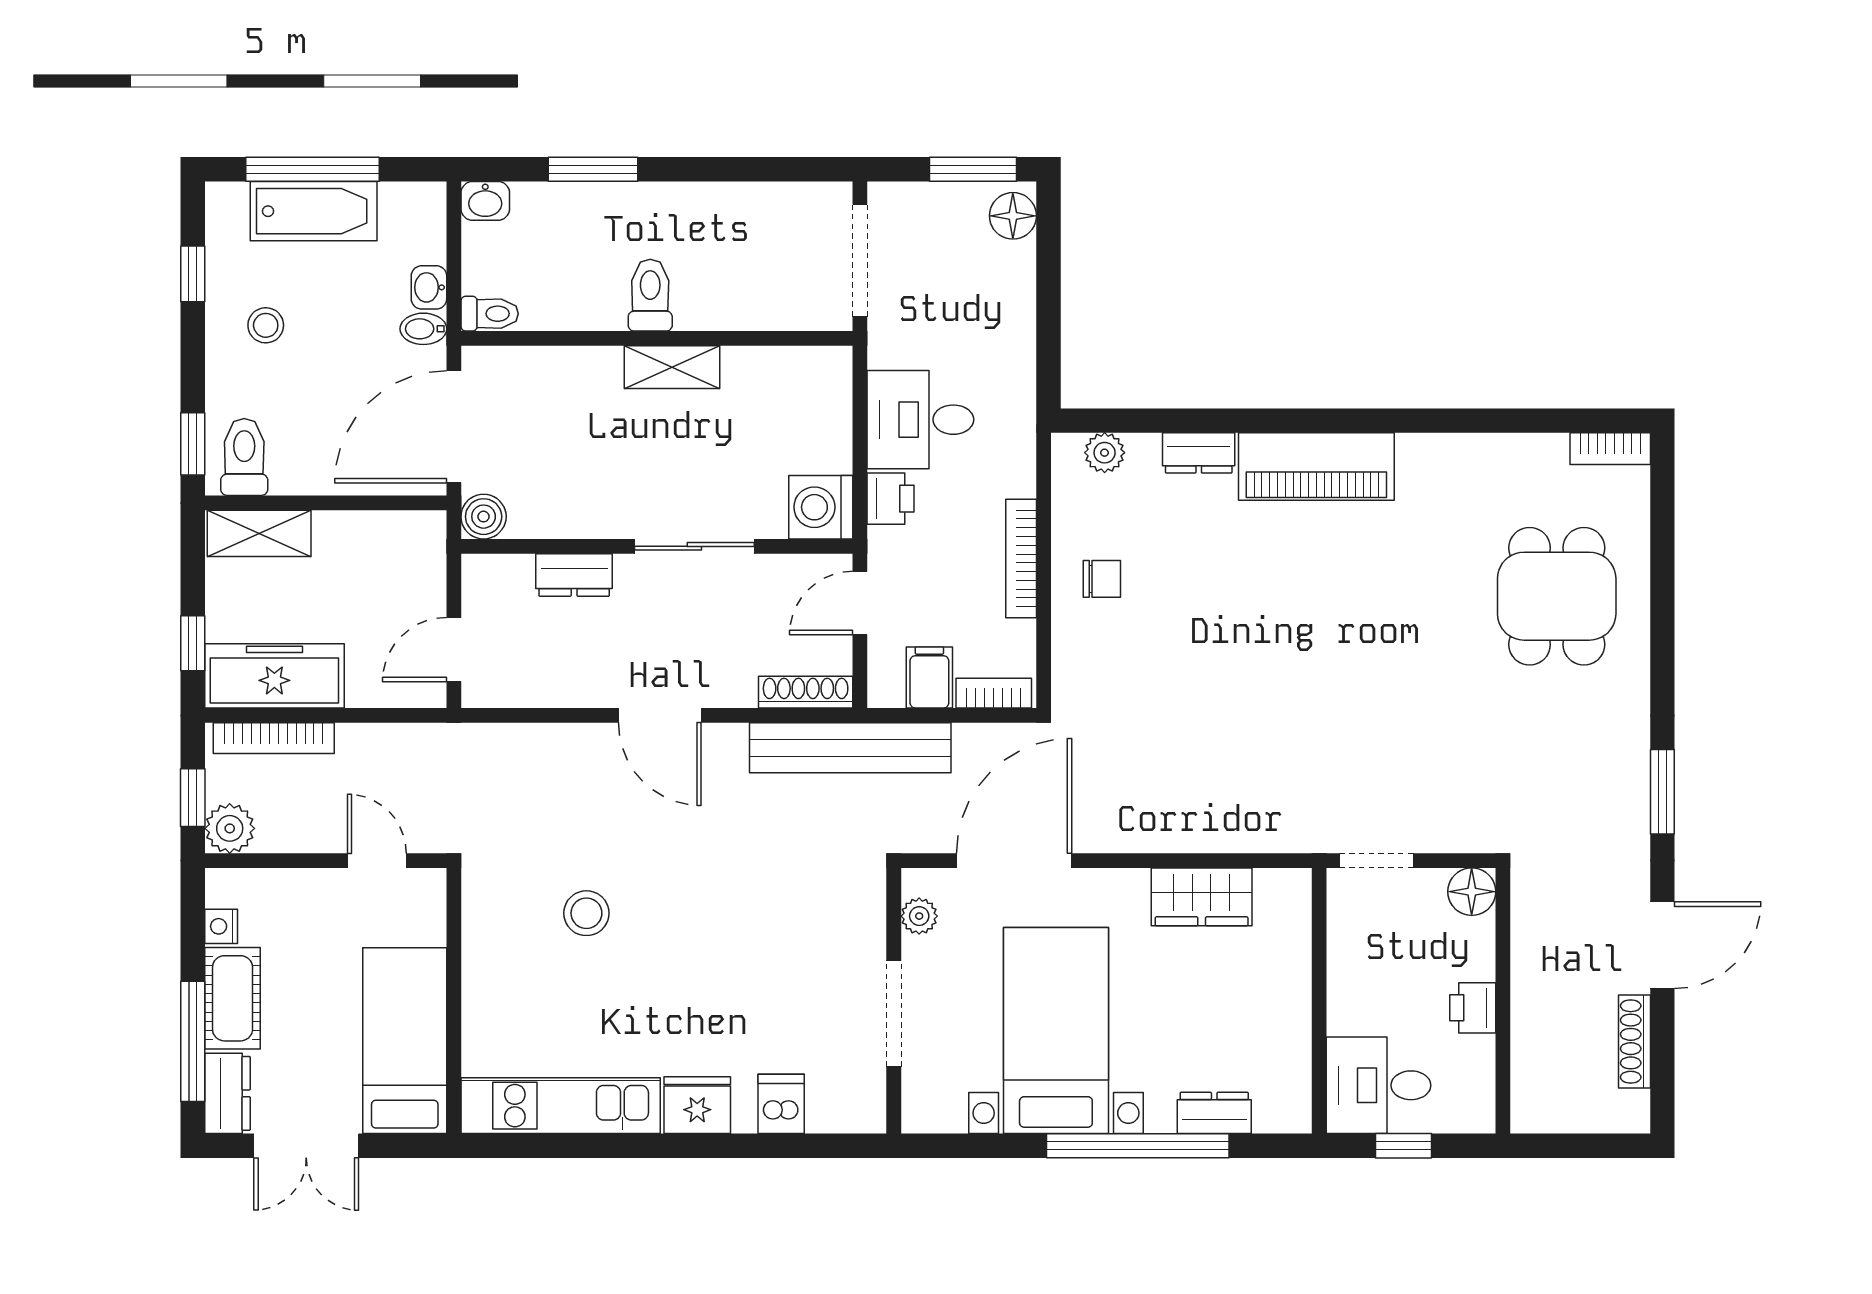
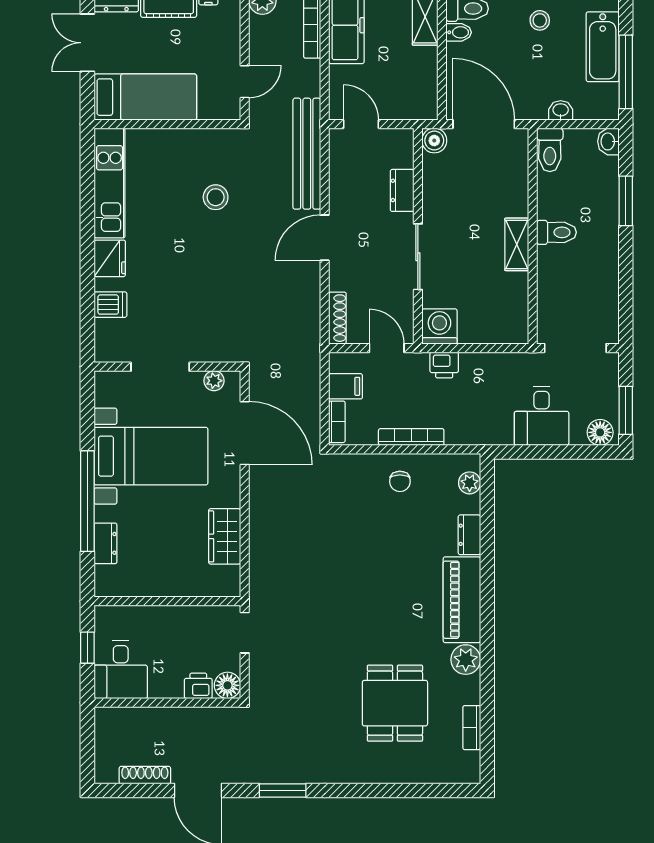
window: (312, 169) -> (626, 72), moved
toilet: (490, 314) -> (550, 150), width x1.37, depth x1.39
bidet: (423, 329) -> (459, 32), moved, turned 90
desk: (920, 420) -> (542, 416), moved, turned 180
bookcase: (1610, 449) -> (472, 728), moved
plant: (1425, 460) -> (466, 660), added
dining table: (1557, 596) -> (395, 703), moved, turned 90
bench: (850, 748) -> (307, 154), moved
printer: (1473, 1008) -> (198, 686), moved
desk: (1379, 1085) -> (121, 670), moved, turned 180

